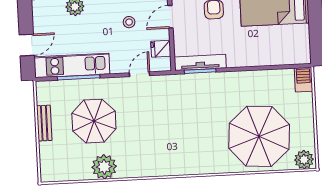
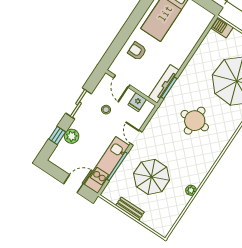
door: (27, 45) -> (73, 184), hinge flipped
door: (140, 74) -> (136, 138), moved
round table: (186, 123) -> (195, 121), added
plant: (104, 167) -> (191, 190), width x0.53, depth x0.53

